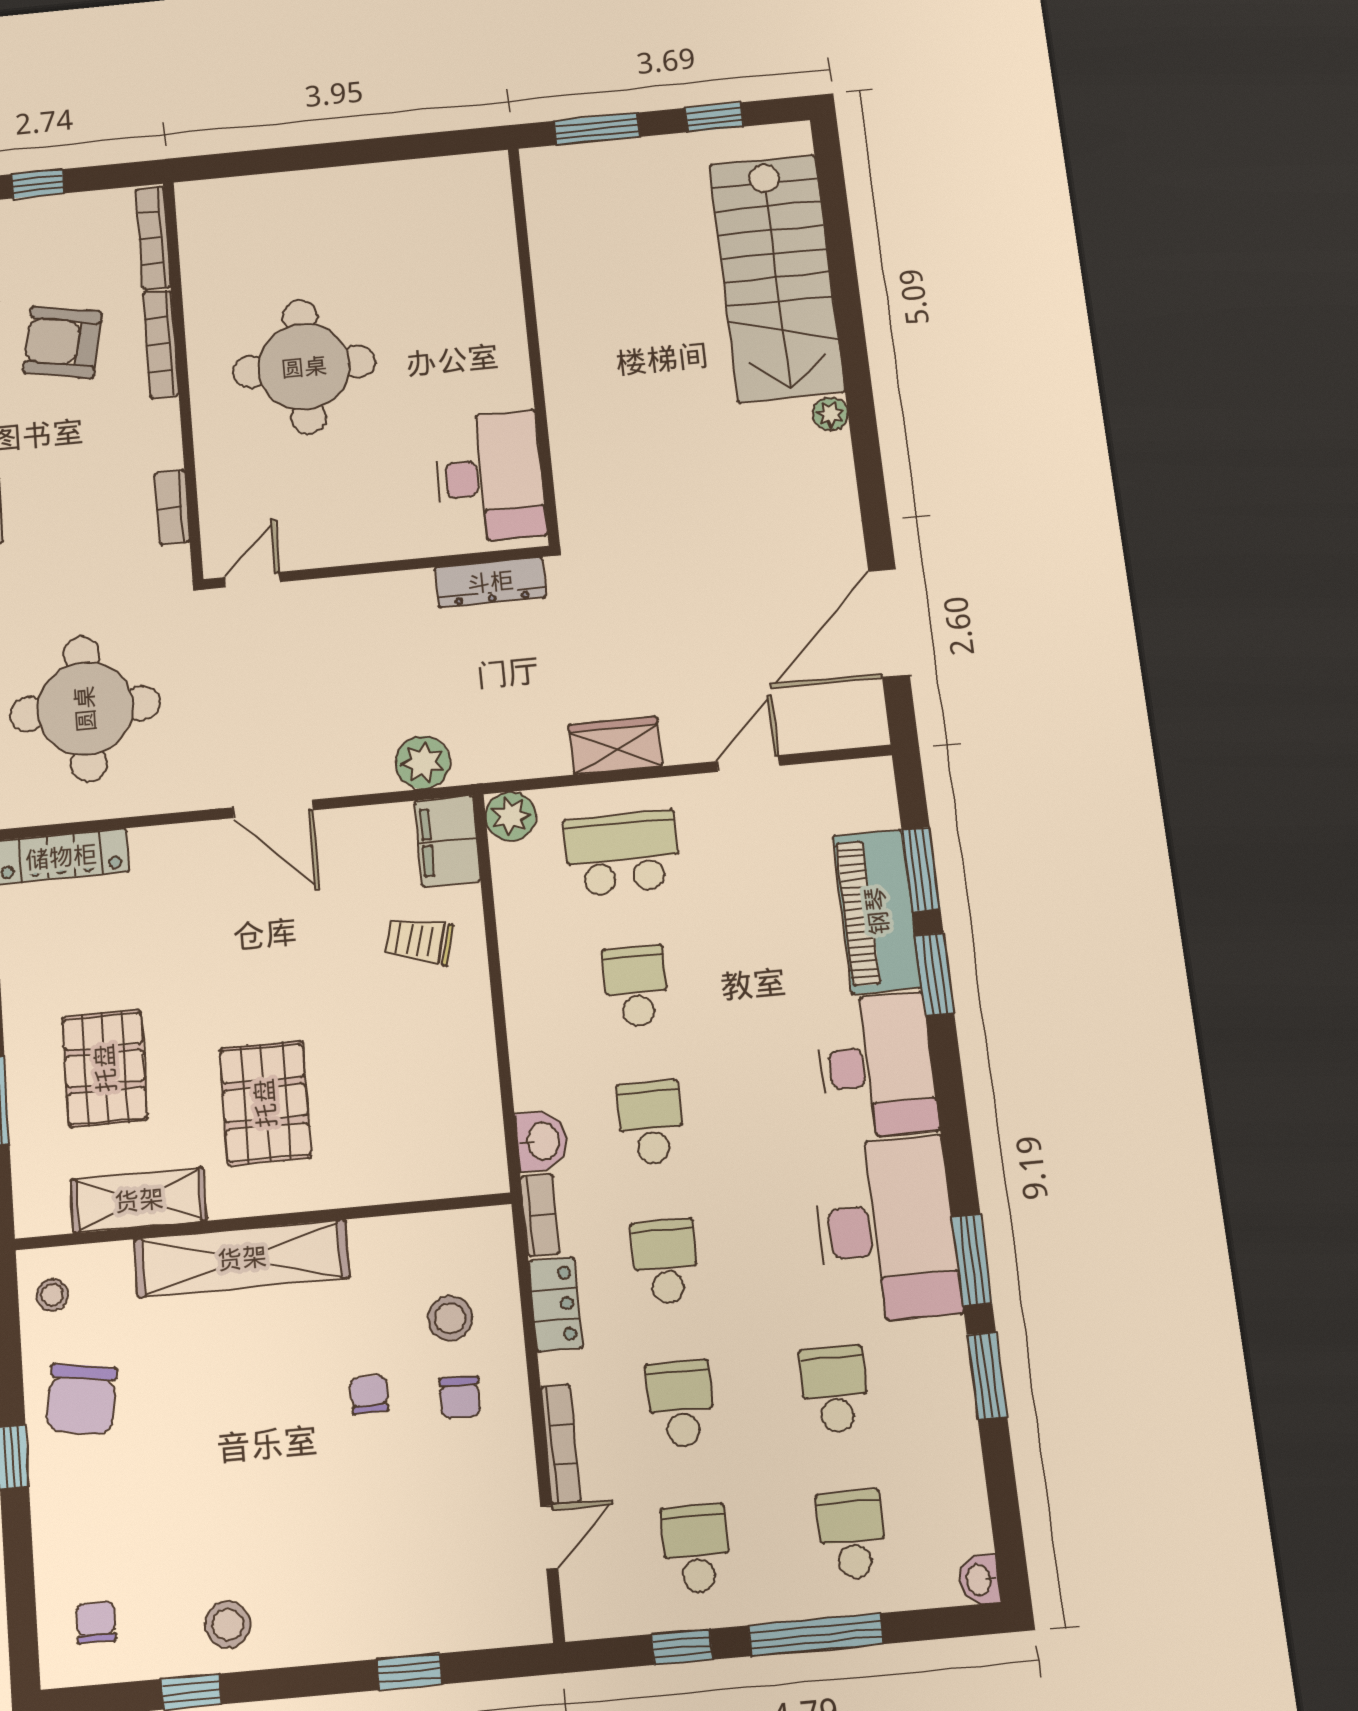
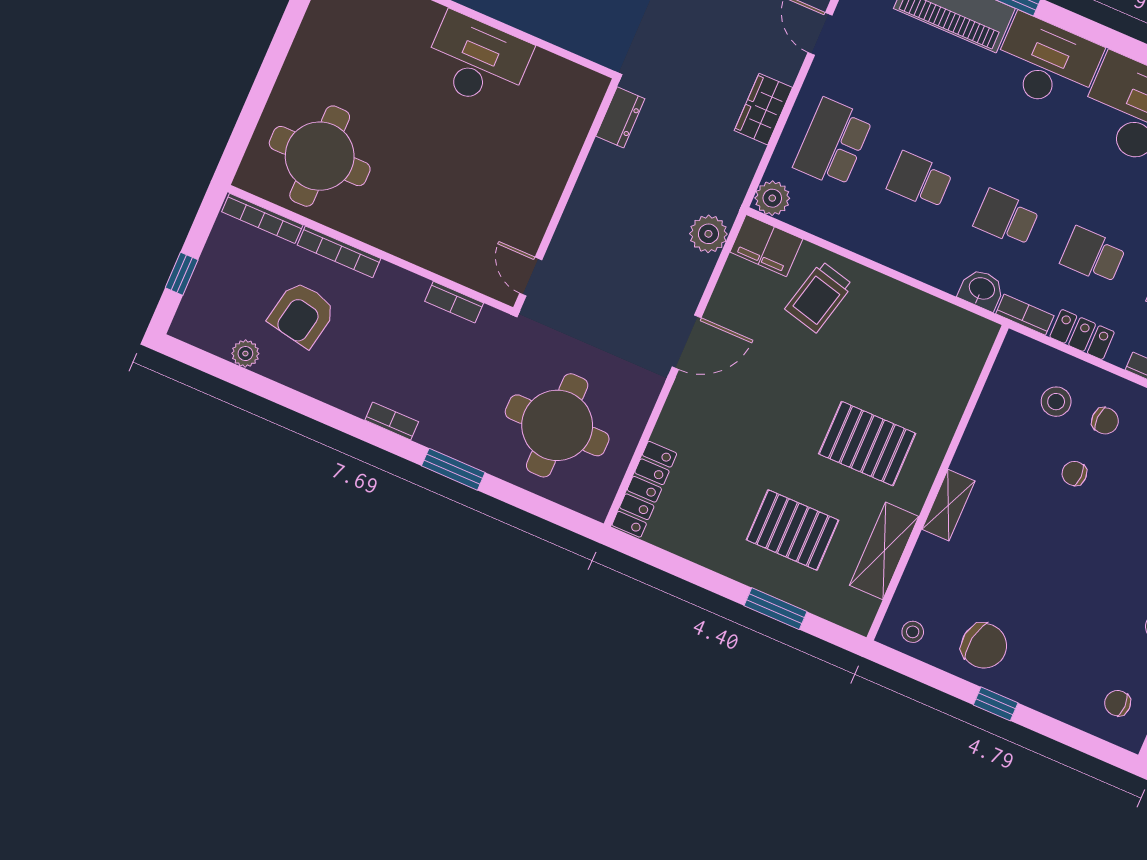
round table: (304, 367) -> (320, 156), moved
desk: (490, 477) -> (477, 61), moved
dresser: (490, 582) -> (620, 117), width x0.70
trolley: (419, 941) -> (819, 297), width x1.36, depth x1.39
shelving: (242, 1258) -> (948, 505), width x0.45, depth x0.75

